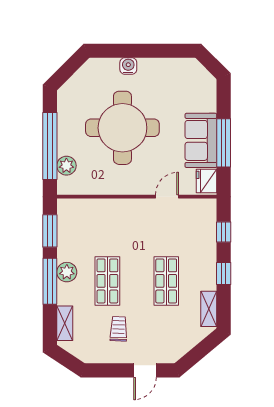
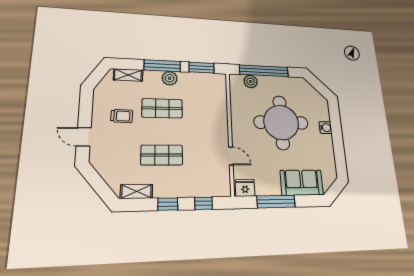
sofa: (201, 140) -> (302, 183), moved

